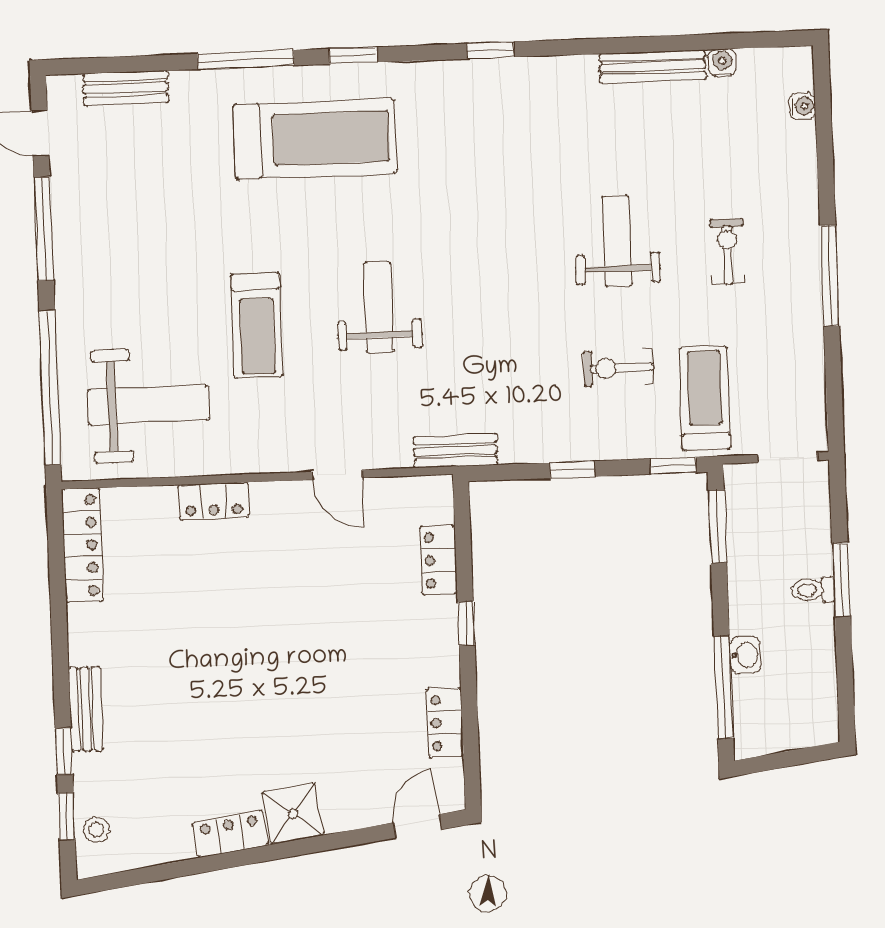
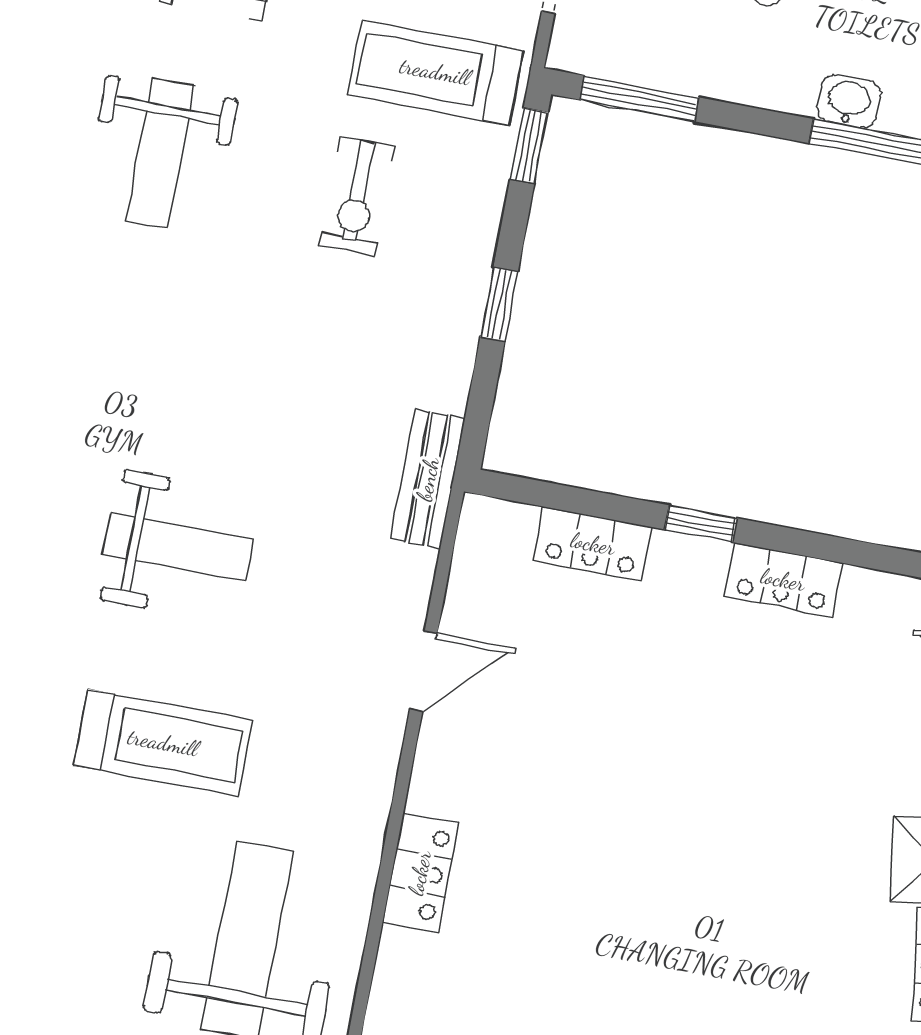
weight bench: (617, 241) -> (160, 153), turned -90
weight bench: (379, 307) -> (178, 547), turned 180
locker: (445, 723) -> (783, 580), moved

